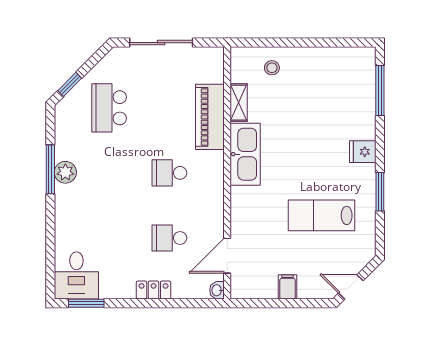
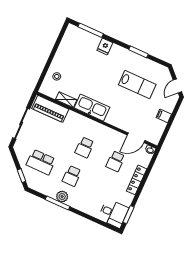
piano: (210, 117) -> (50, 109), moved
fridge: (363, 152) -> (105, 46), moved
school desk: (109, 173) -> (72, 176), added
lab bench: (322, 215) -> (137, 85), turned -90
door: (227, 256) -> (136, 138), hinge flipped
locker: (154, 290) -> (137, 180), width x1.53

